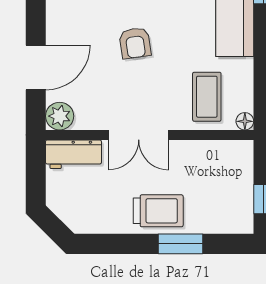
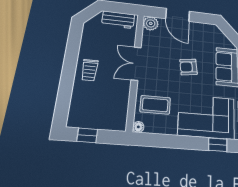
workbench: (73, 154) -> (118, 20), moved, turned -90
trolley: (158, 211) -> (90, 70), width x0.73, depth x0.72
window: (181, 244) -> (67, 81), removed

